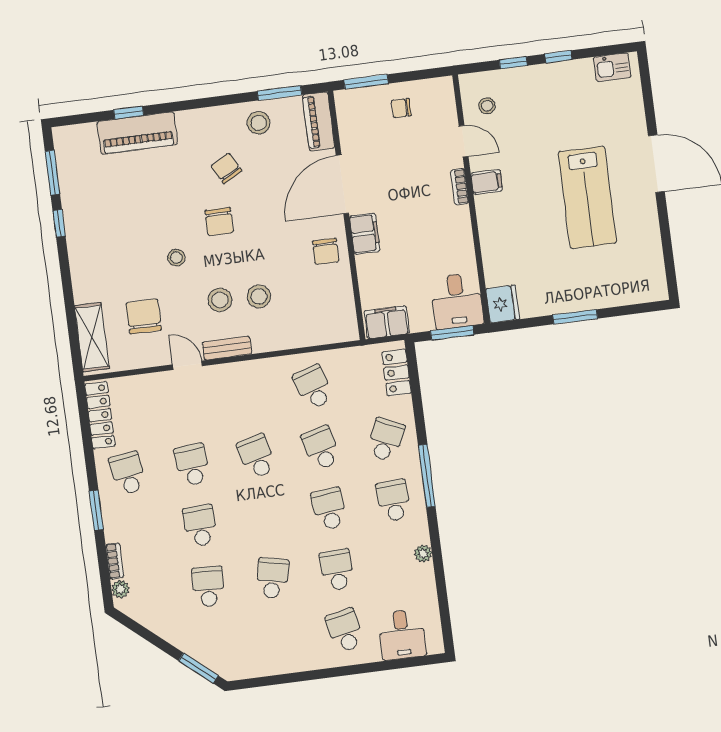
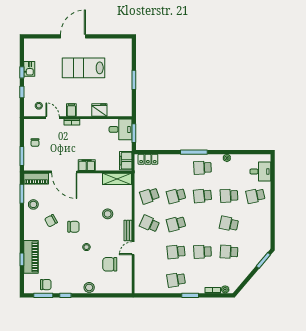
kitchen sink: (612, 67) -> (29, 69), moved
door: (464, 141) -> (53, 118), hinge flipped
lab bench: (587, 197) -> (84, 68), turned 180
chair: (326, 251) -> (46, 285), moved
stool: (220, 300) -> (89, 287), moved
fridge: (503, 304) -> (99, 110), moved
shelving: (92, 337) -> (117, 179), moved
locker: (100, 415) -> (150, 289), removed
school desk: (386, 440) -> (150, 224), moved

